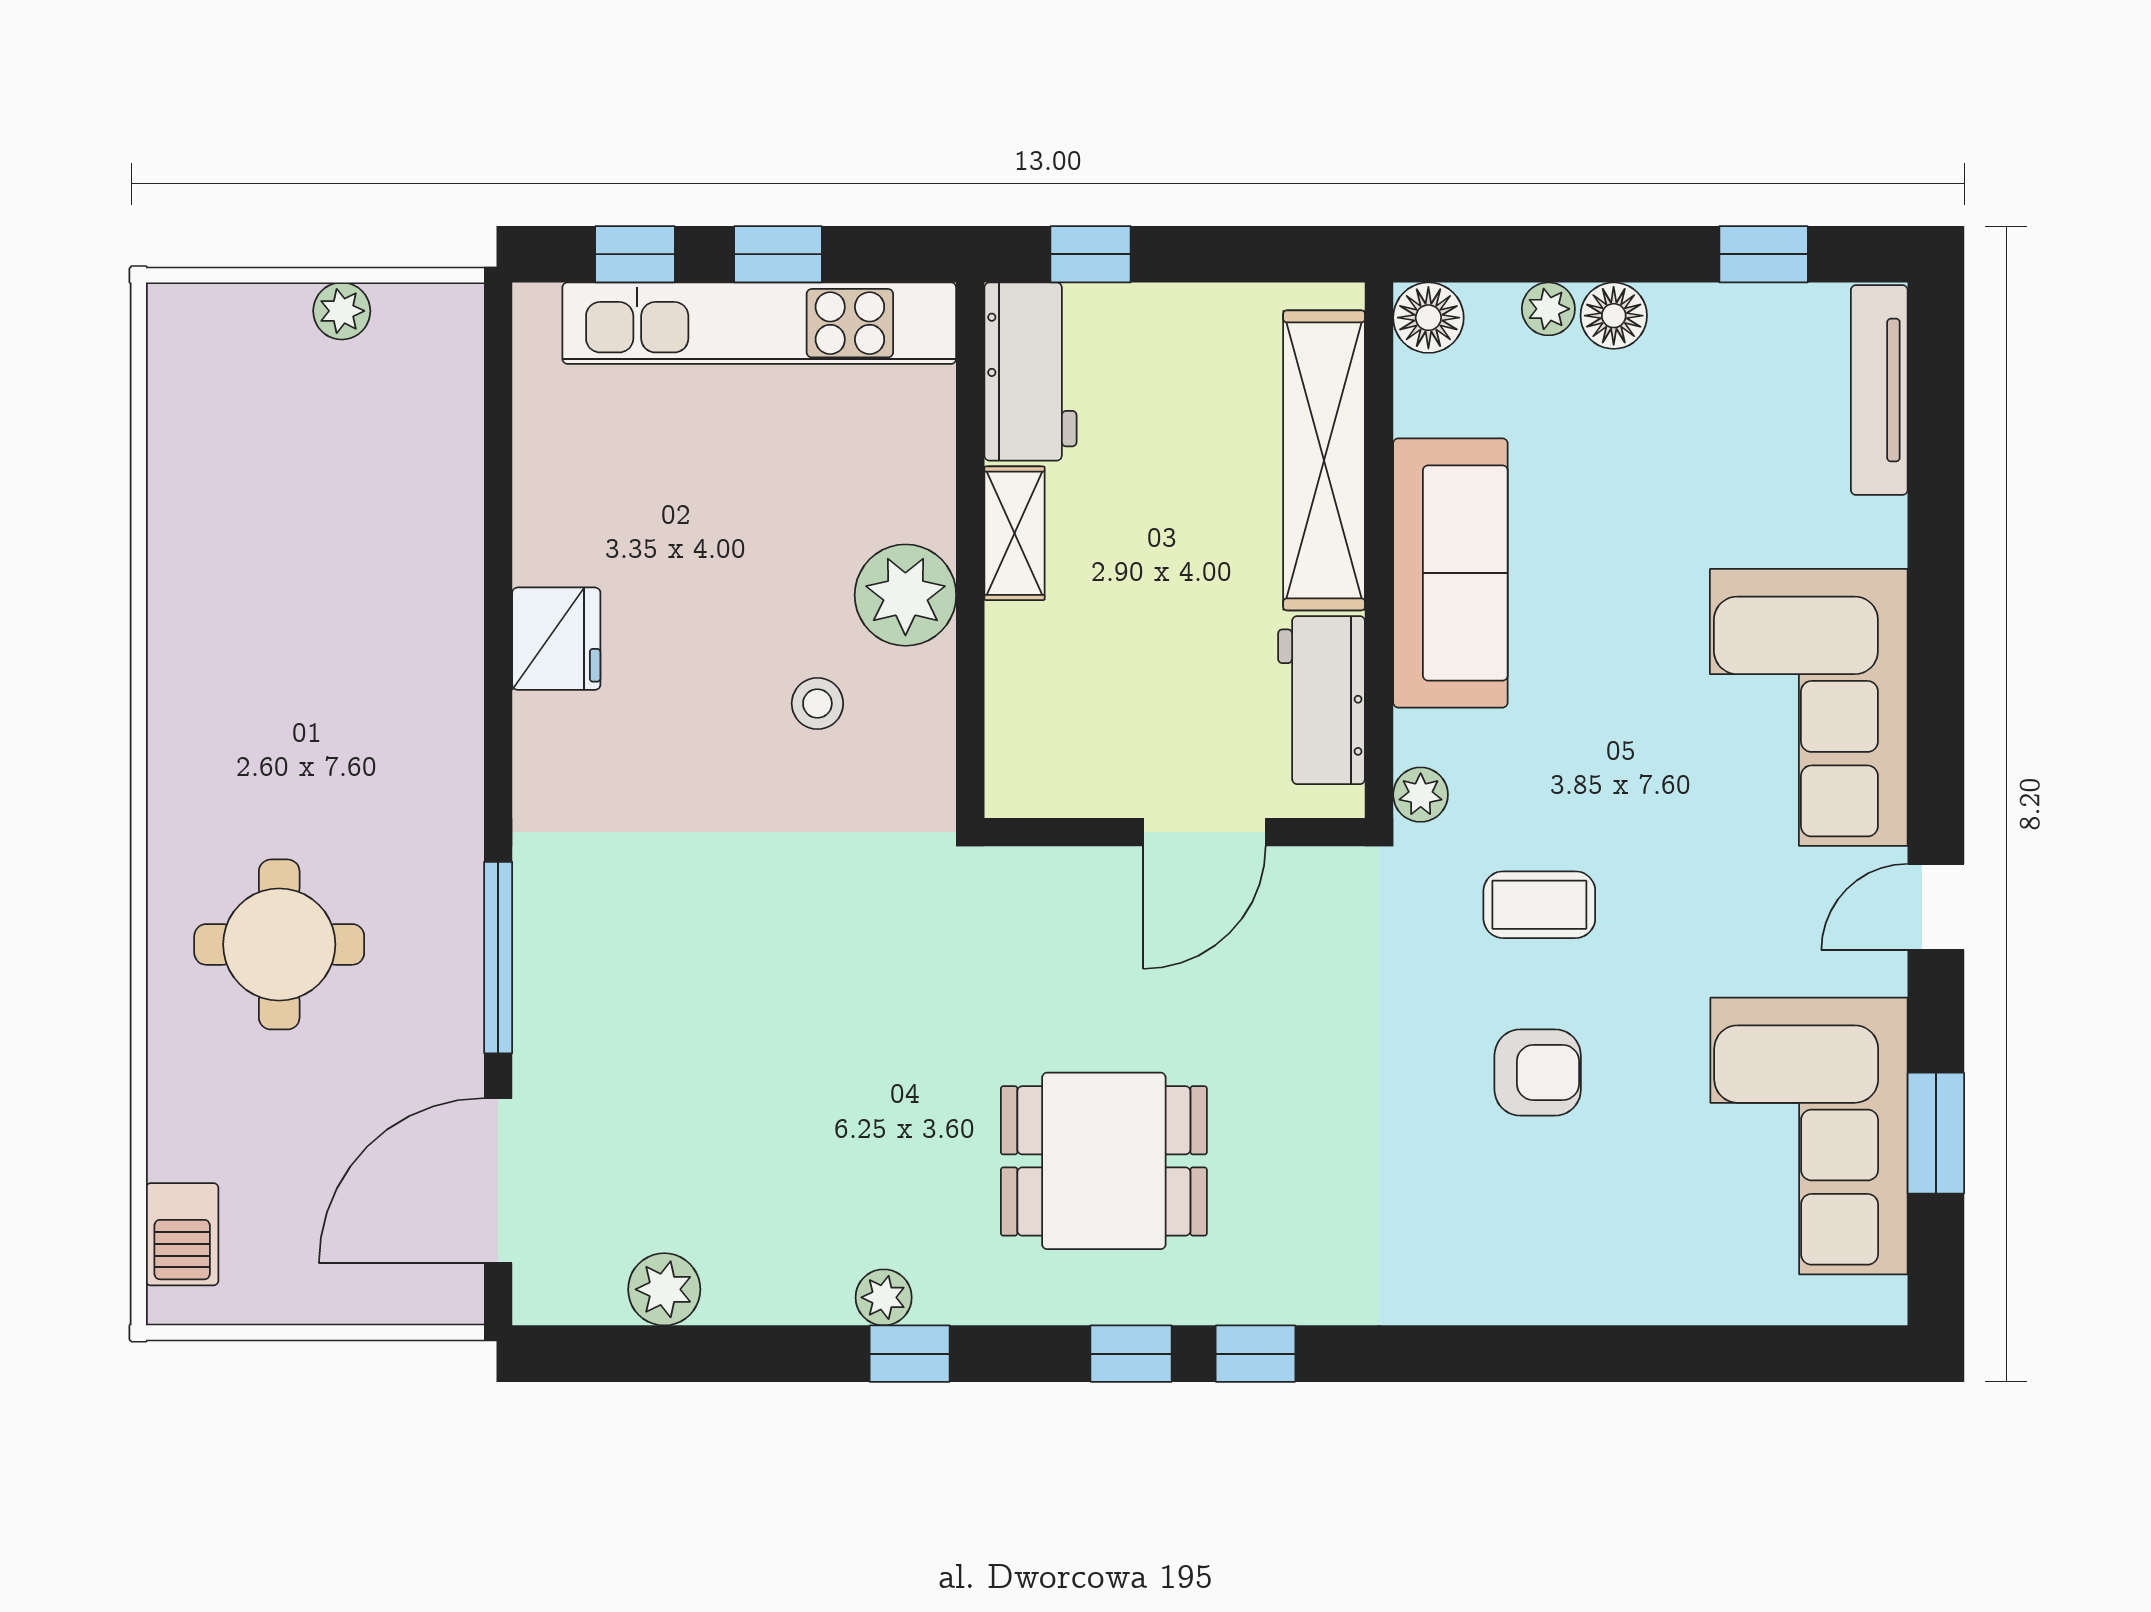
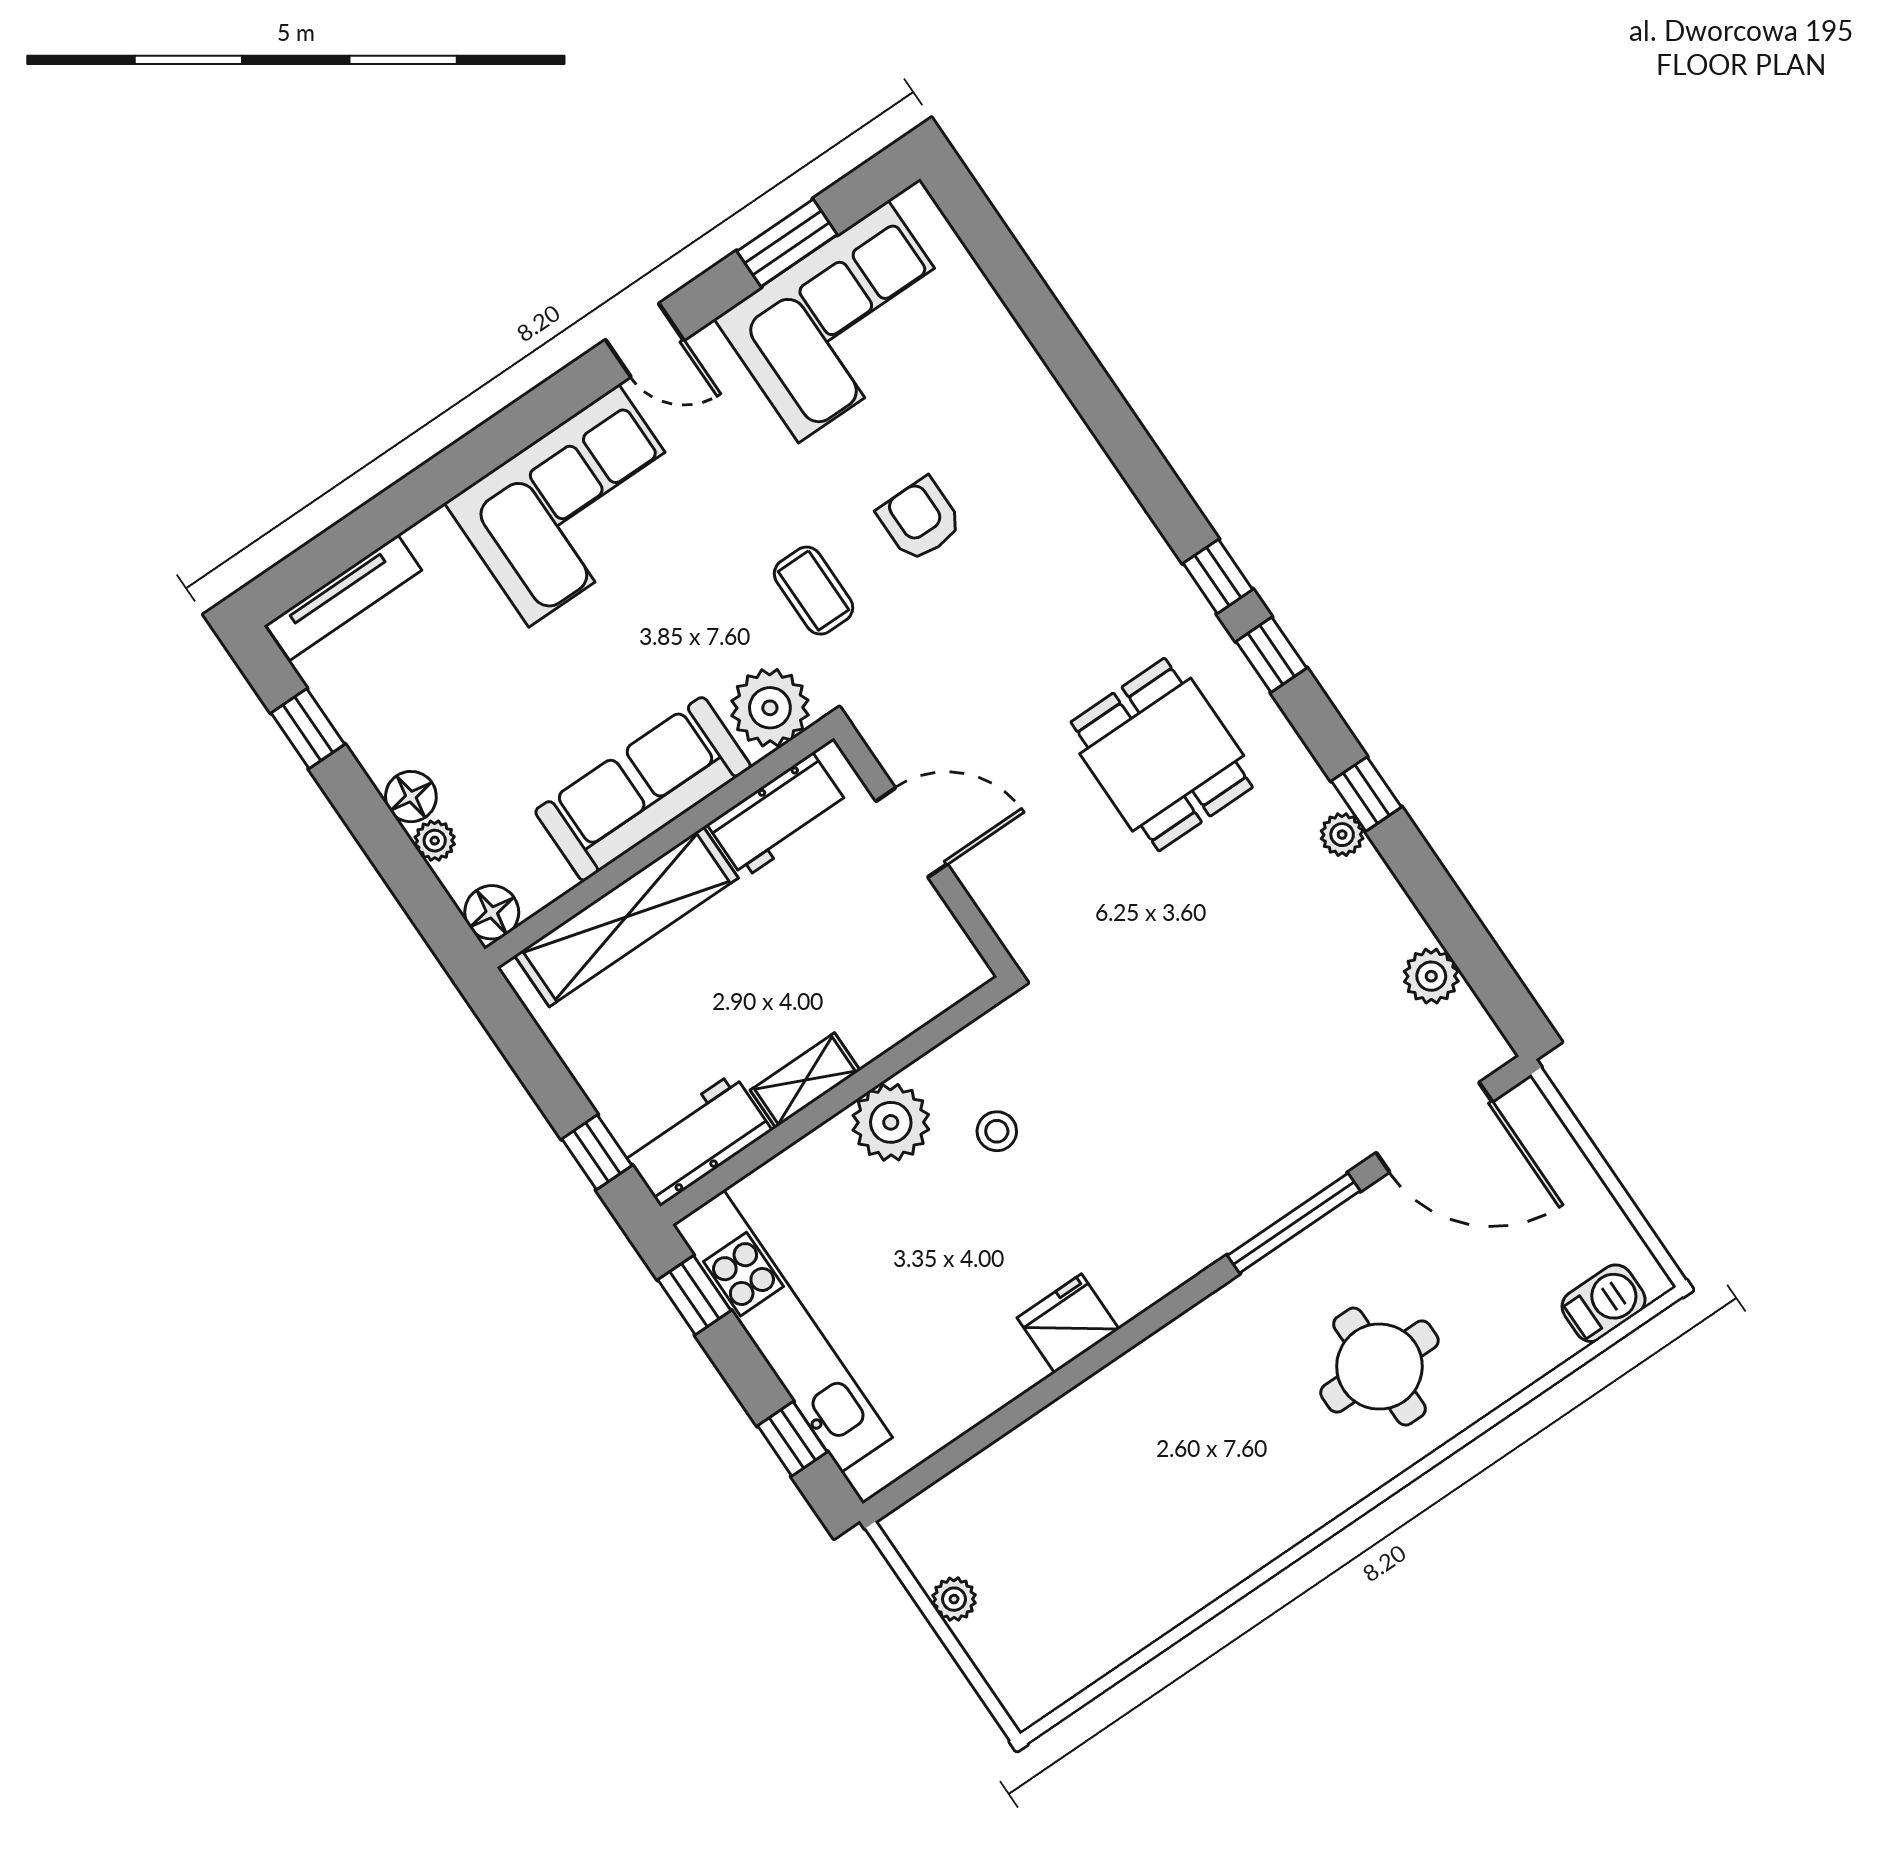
window: (778, 254) -> (694, 1295), moved
plant: (1421, 795) -> (770, 708), width x1.88, depth x1.88

